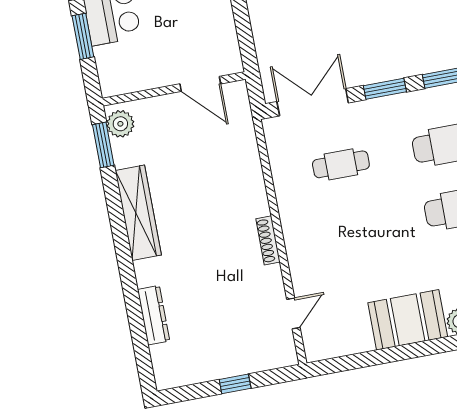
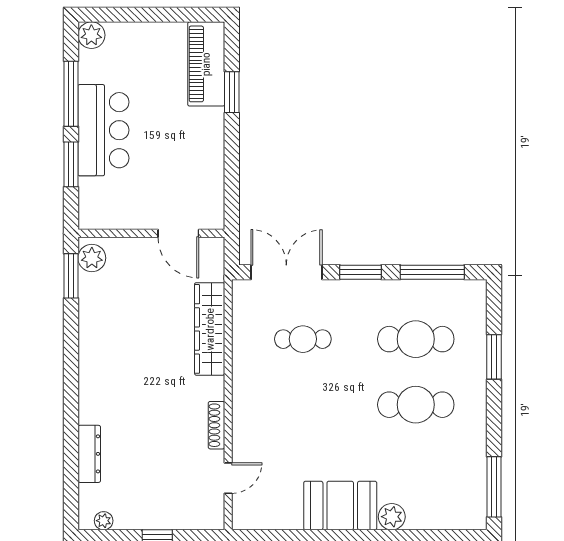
wardrobe: (138, 213) -> (210, 329), moved, turned 180
shoe rack: (268, 240) -> (216, 425), moved
plant: (180, 378) -> (104, 521), added

